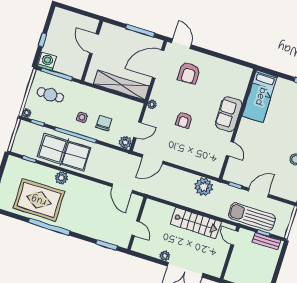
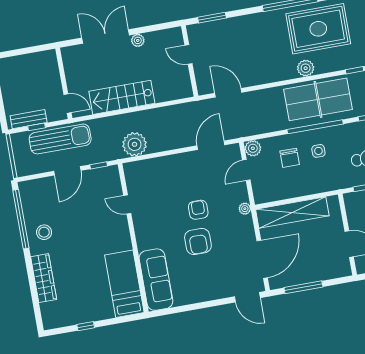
armchair: (189, 73) -> (198, 242), moved, turned 180
sofa: (229, 114) -> (156, 280), moved, width x1.36

